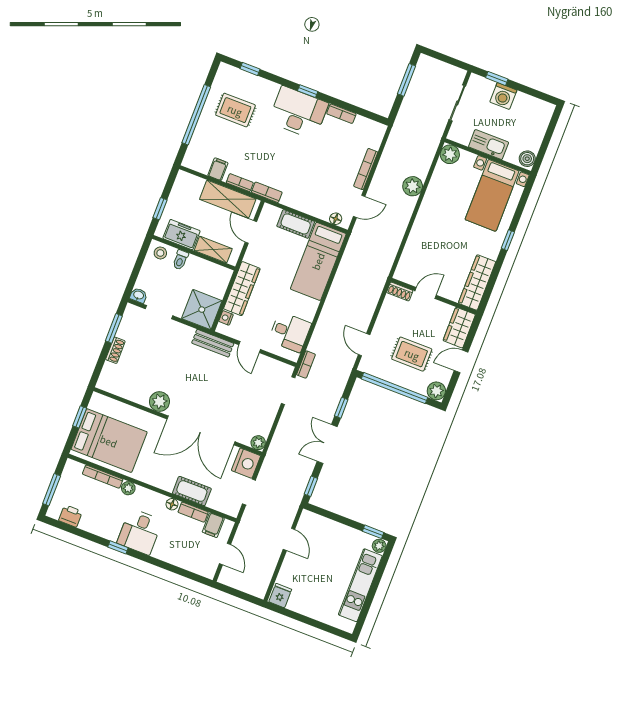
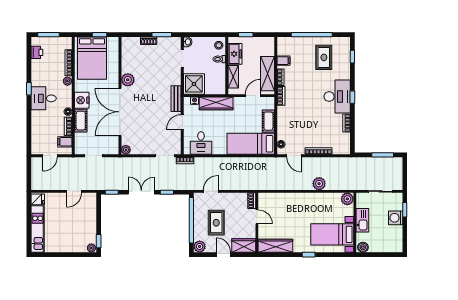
nightstand: (246, 463) -> (82, 100), moved, turned 90
kitchen unit: (360, 585) -> (38, 229), moved, turned 90

